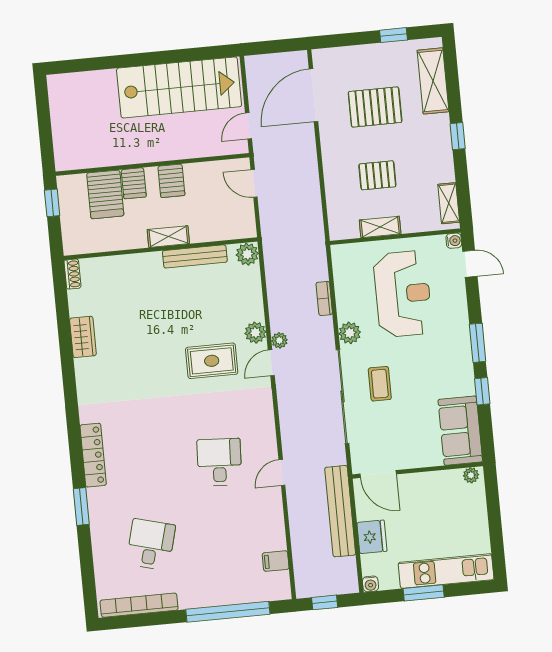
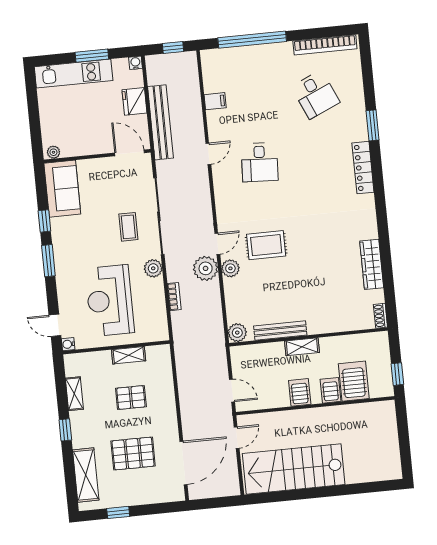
shelving: (449, 203) -> (74, 394), moved
wardrobe: (83, 337) -> (372, 264), width x1.50
plant: (279, 340) -> (206, 268), width x1.88, depth x1.88
desk: (151, 544) -> (316, 95), turned -39
filing cabinet: (276, 561) -> (215, 101), moved

